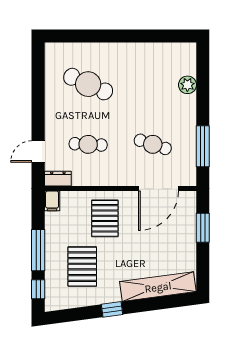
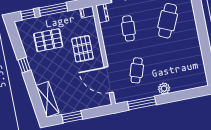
plant: (187, 85) -> (164, 88), moved
pallet: (105, 218) -> (82, 49), turned 90
window: (203, 228) -> (72, 117), moved
shelving: (158, 287) -> (47, 99), width x0.68

